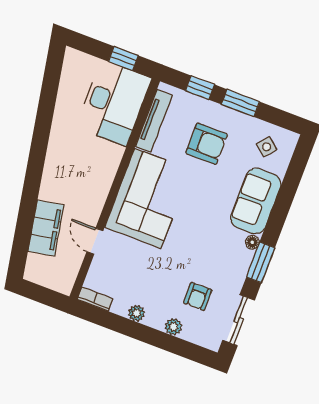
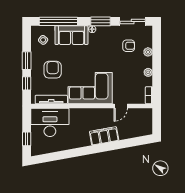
window: (123, 59) -> (27, 139), moved
window: (289, 187) -> (58, 21), added
filing cabinet: (46, 228) -> (104, 136), moved

